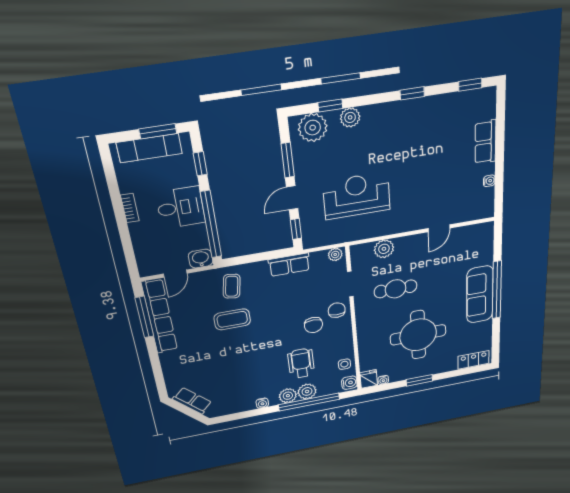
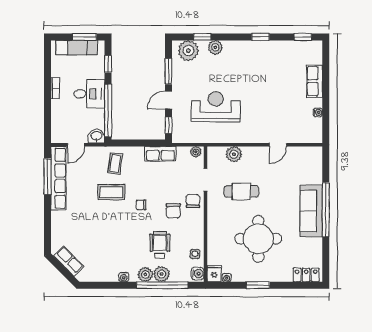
chair: (272, 326) -> (141, 205), added

